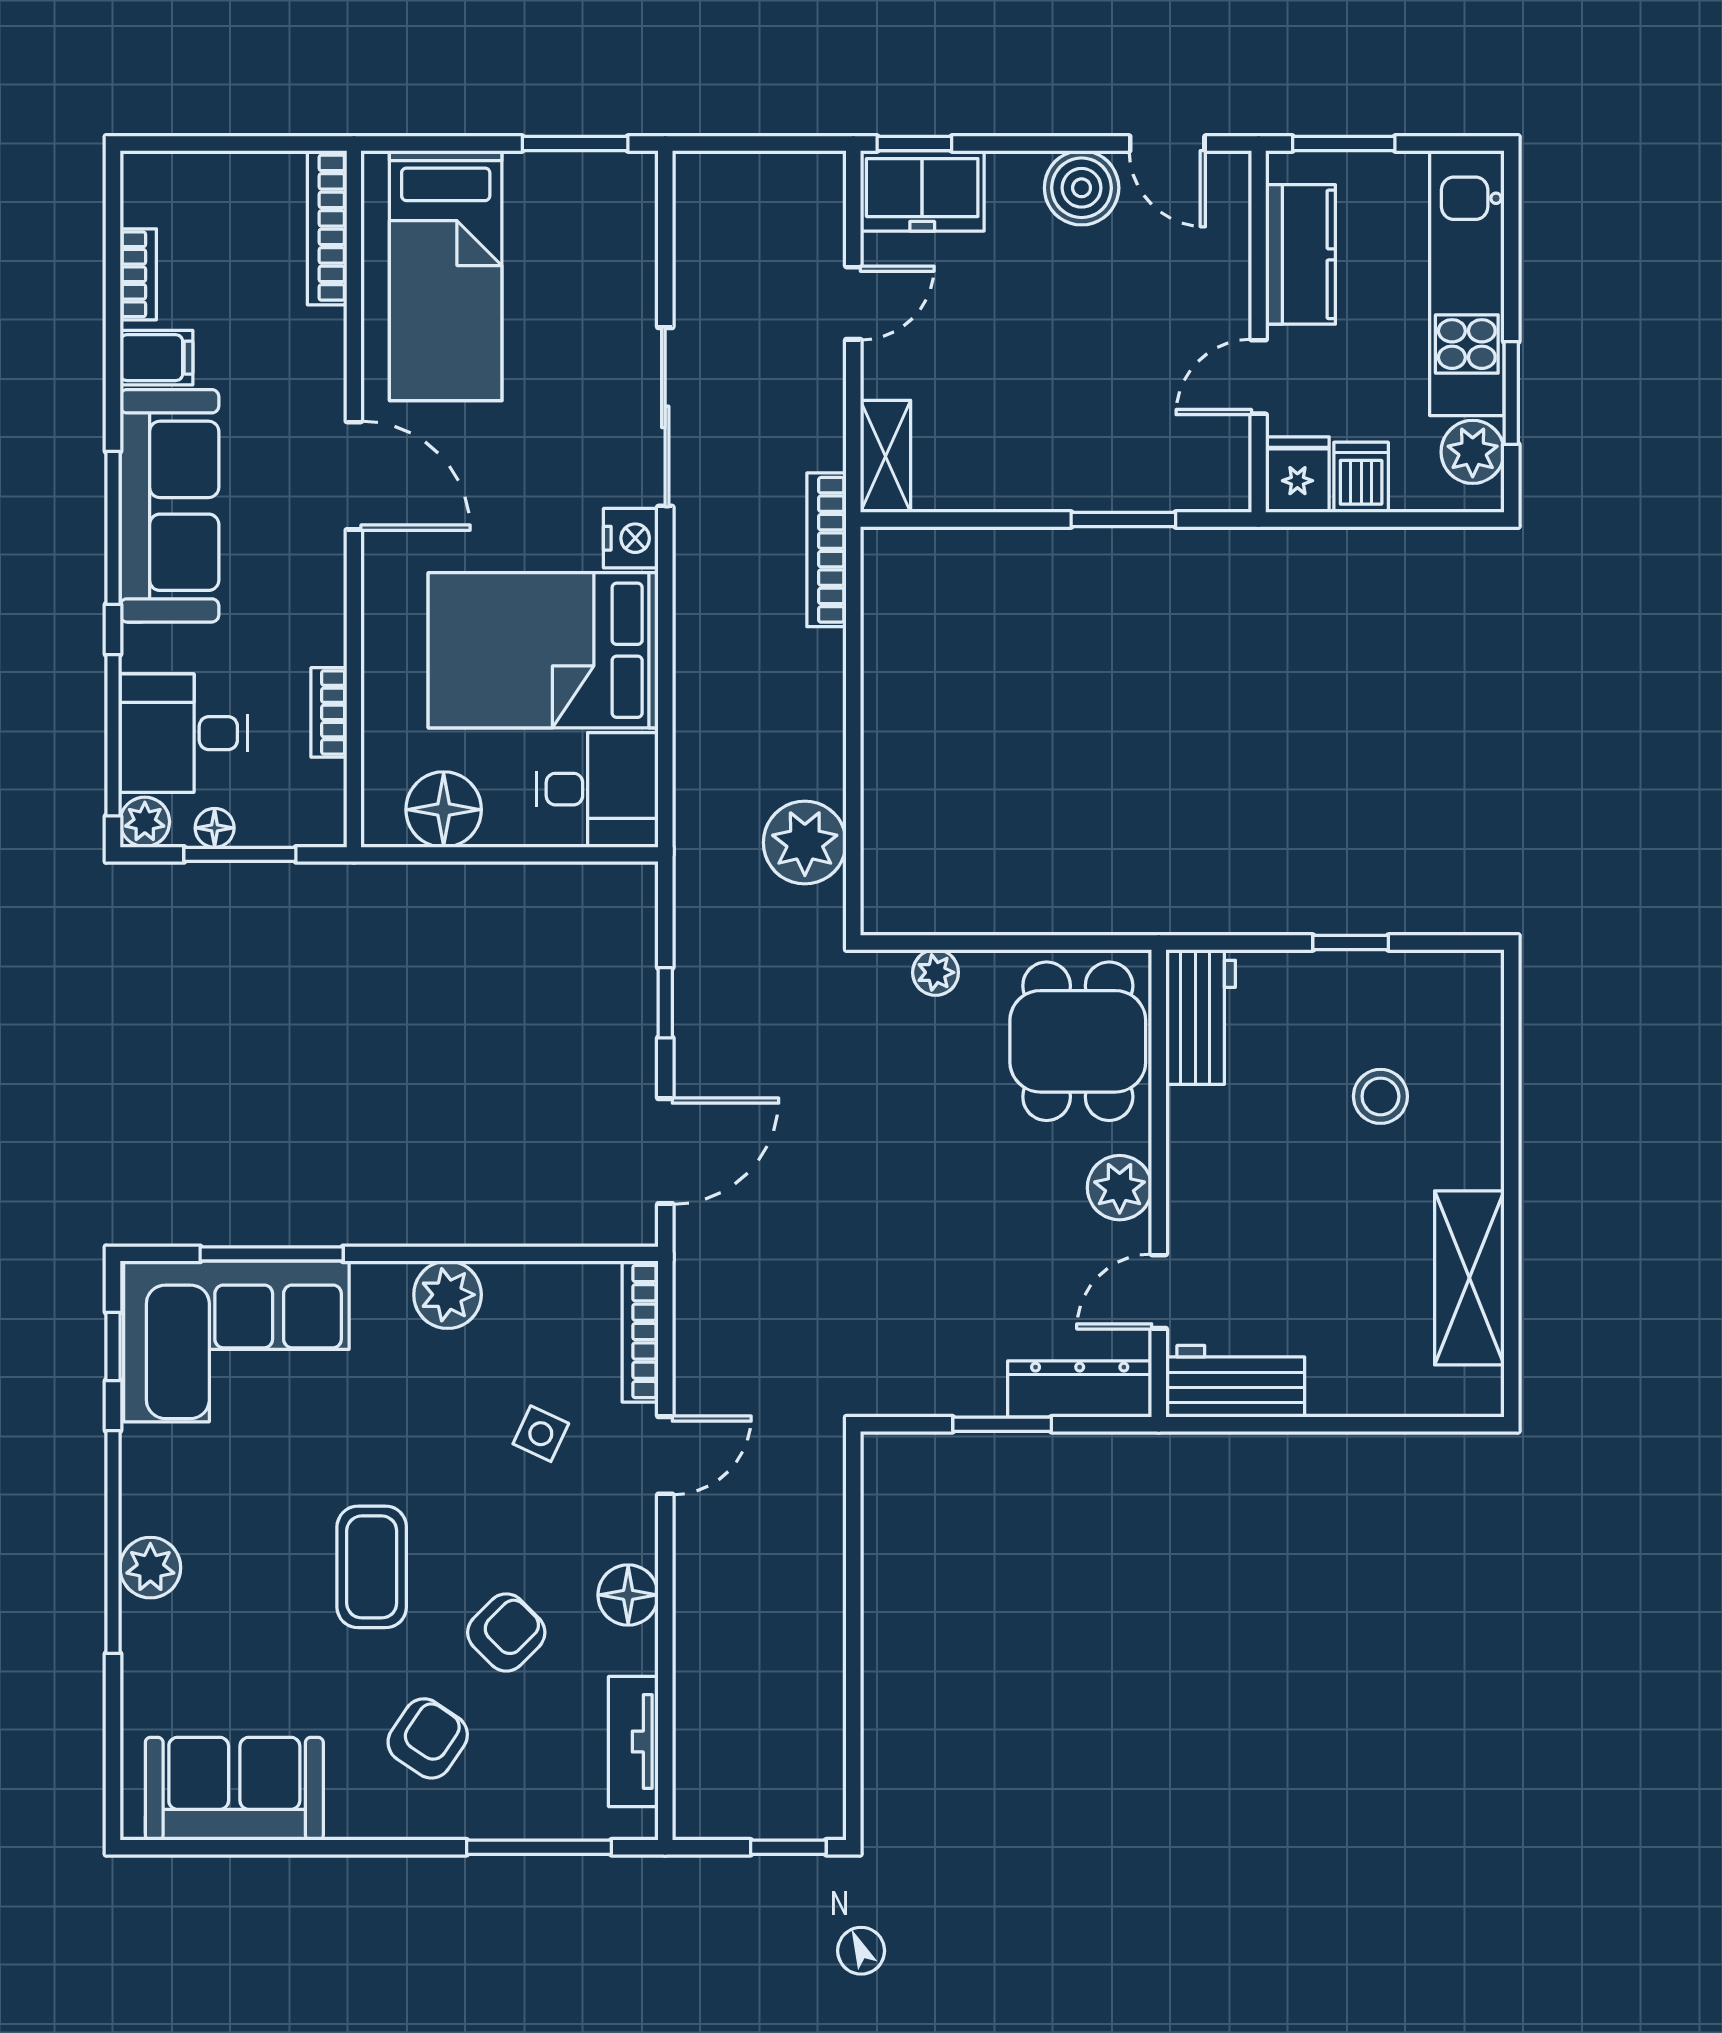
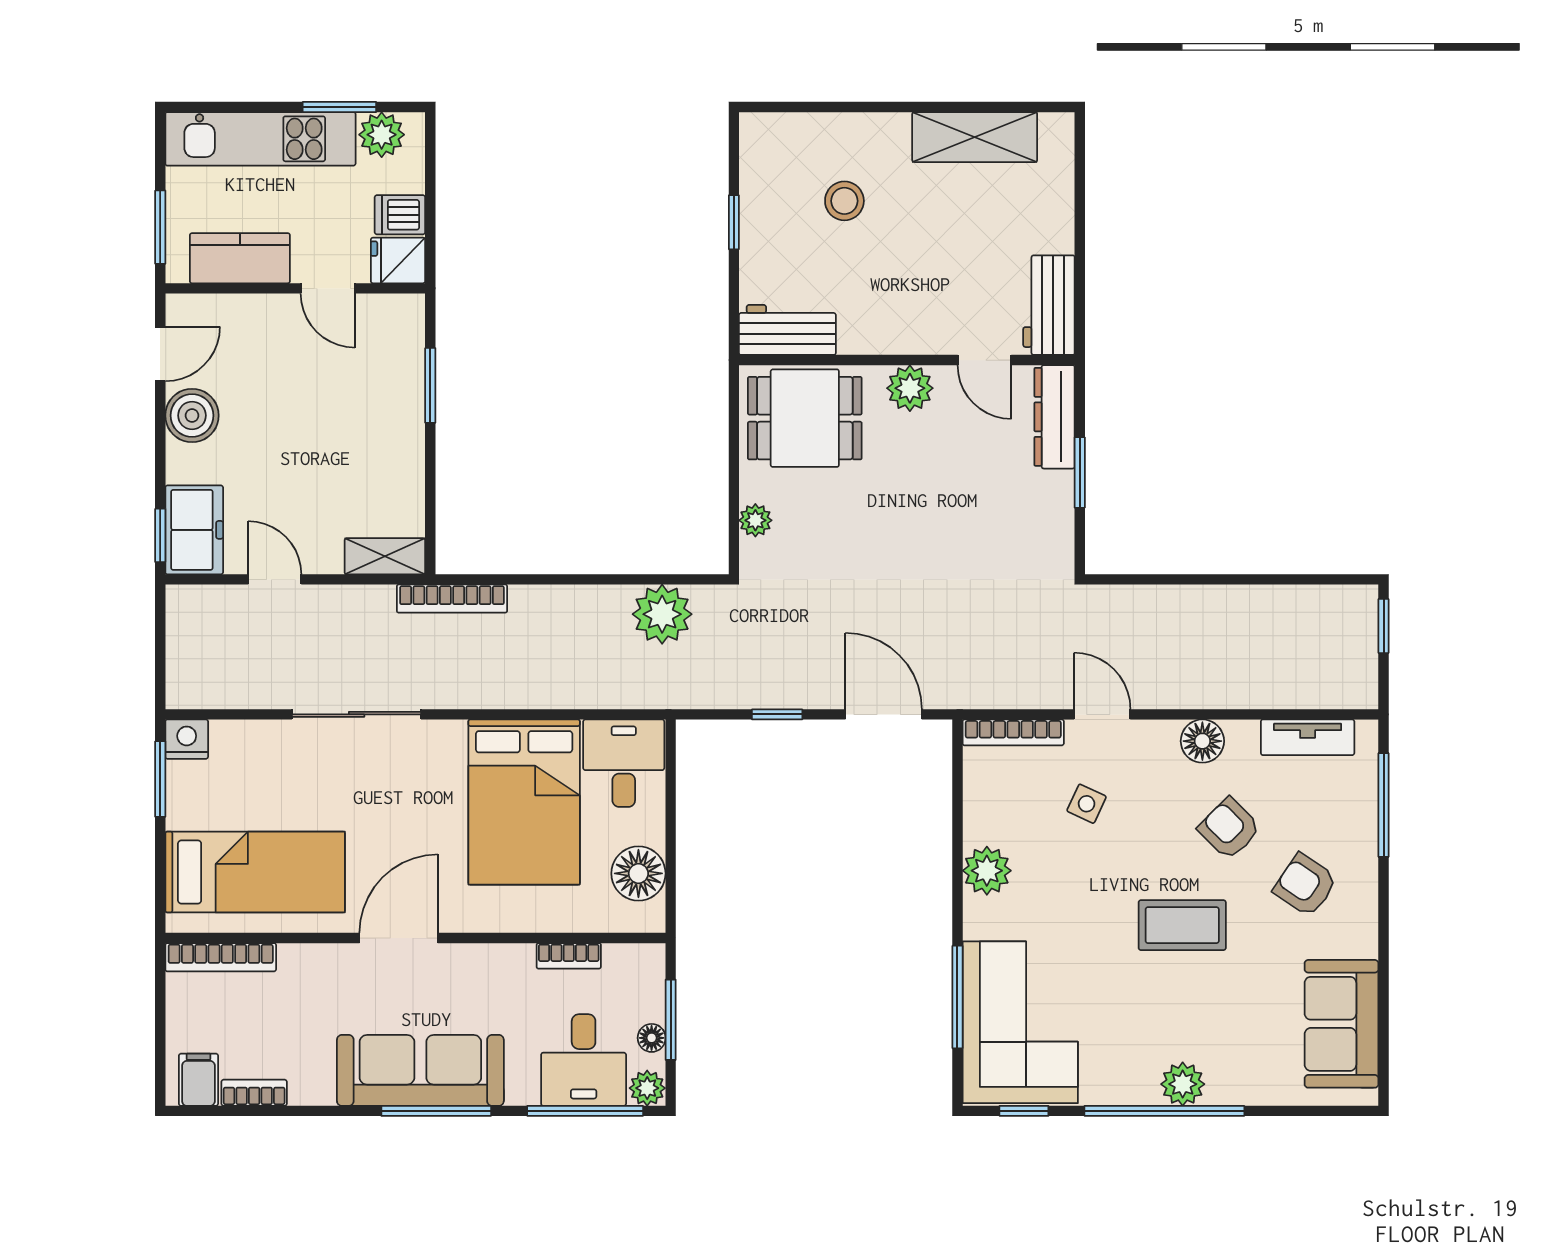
filing cabinet: (156, 358) -> (198, 1080), moved
nightstand: (631, 538) -> (187, 739), moved

